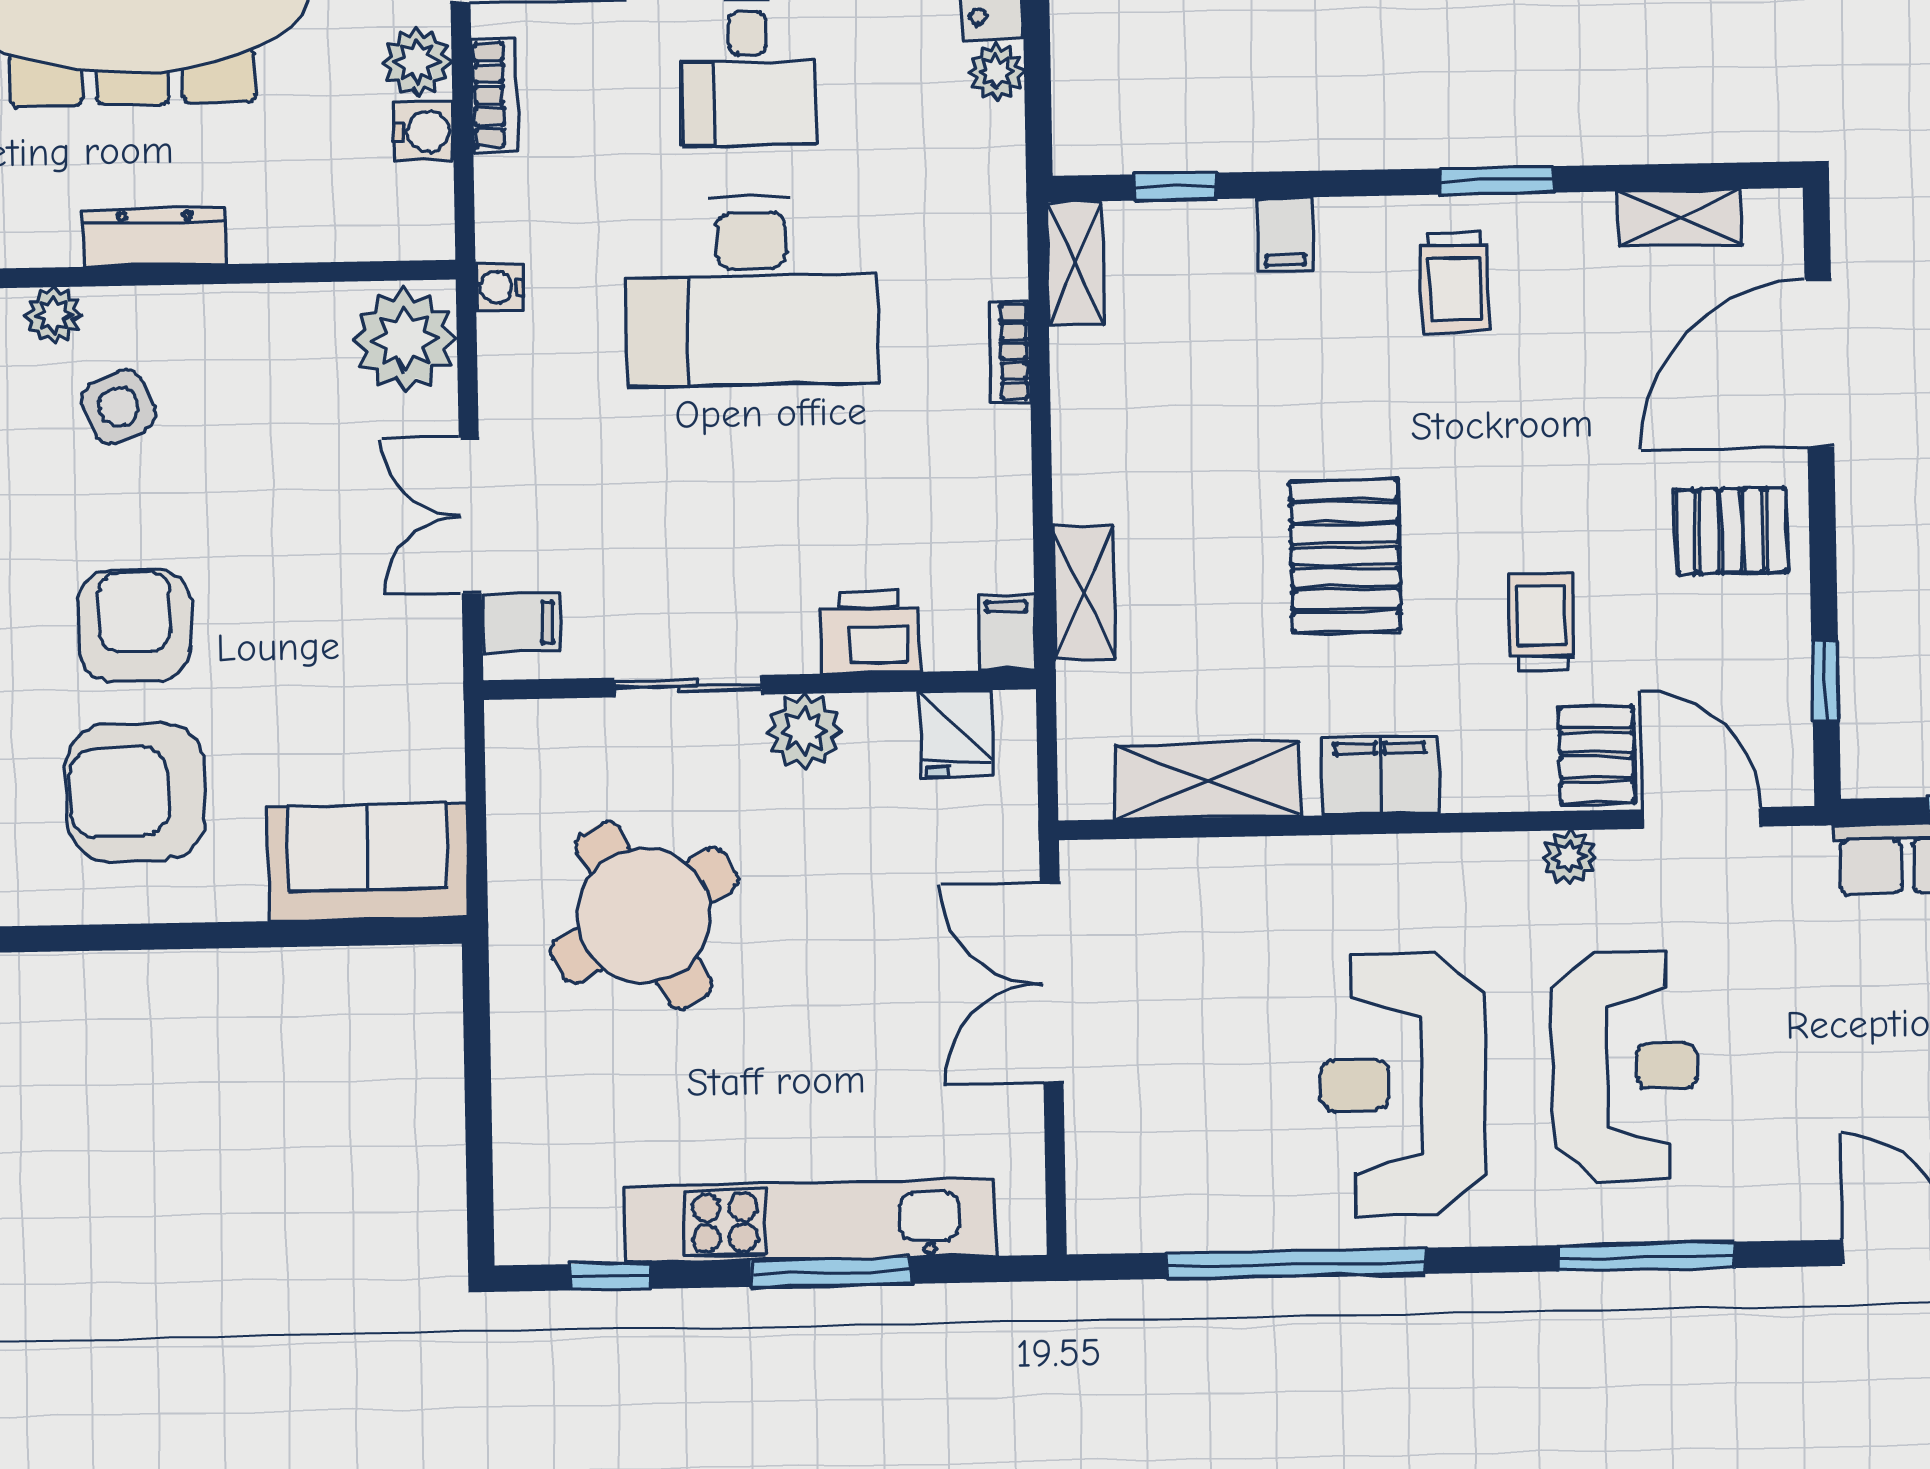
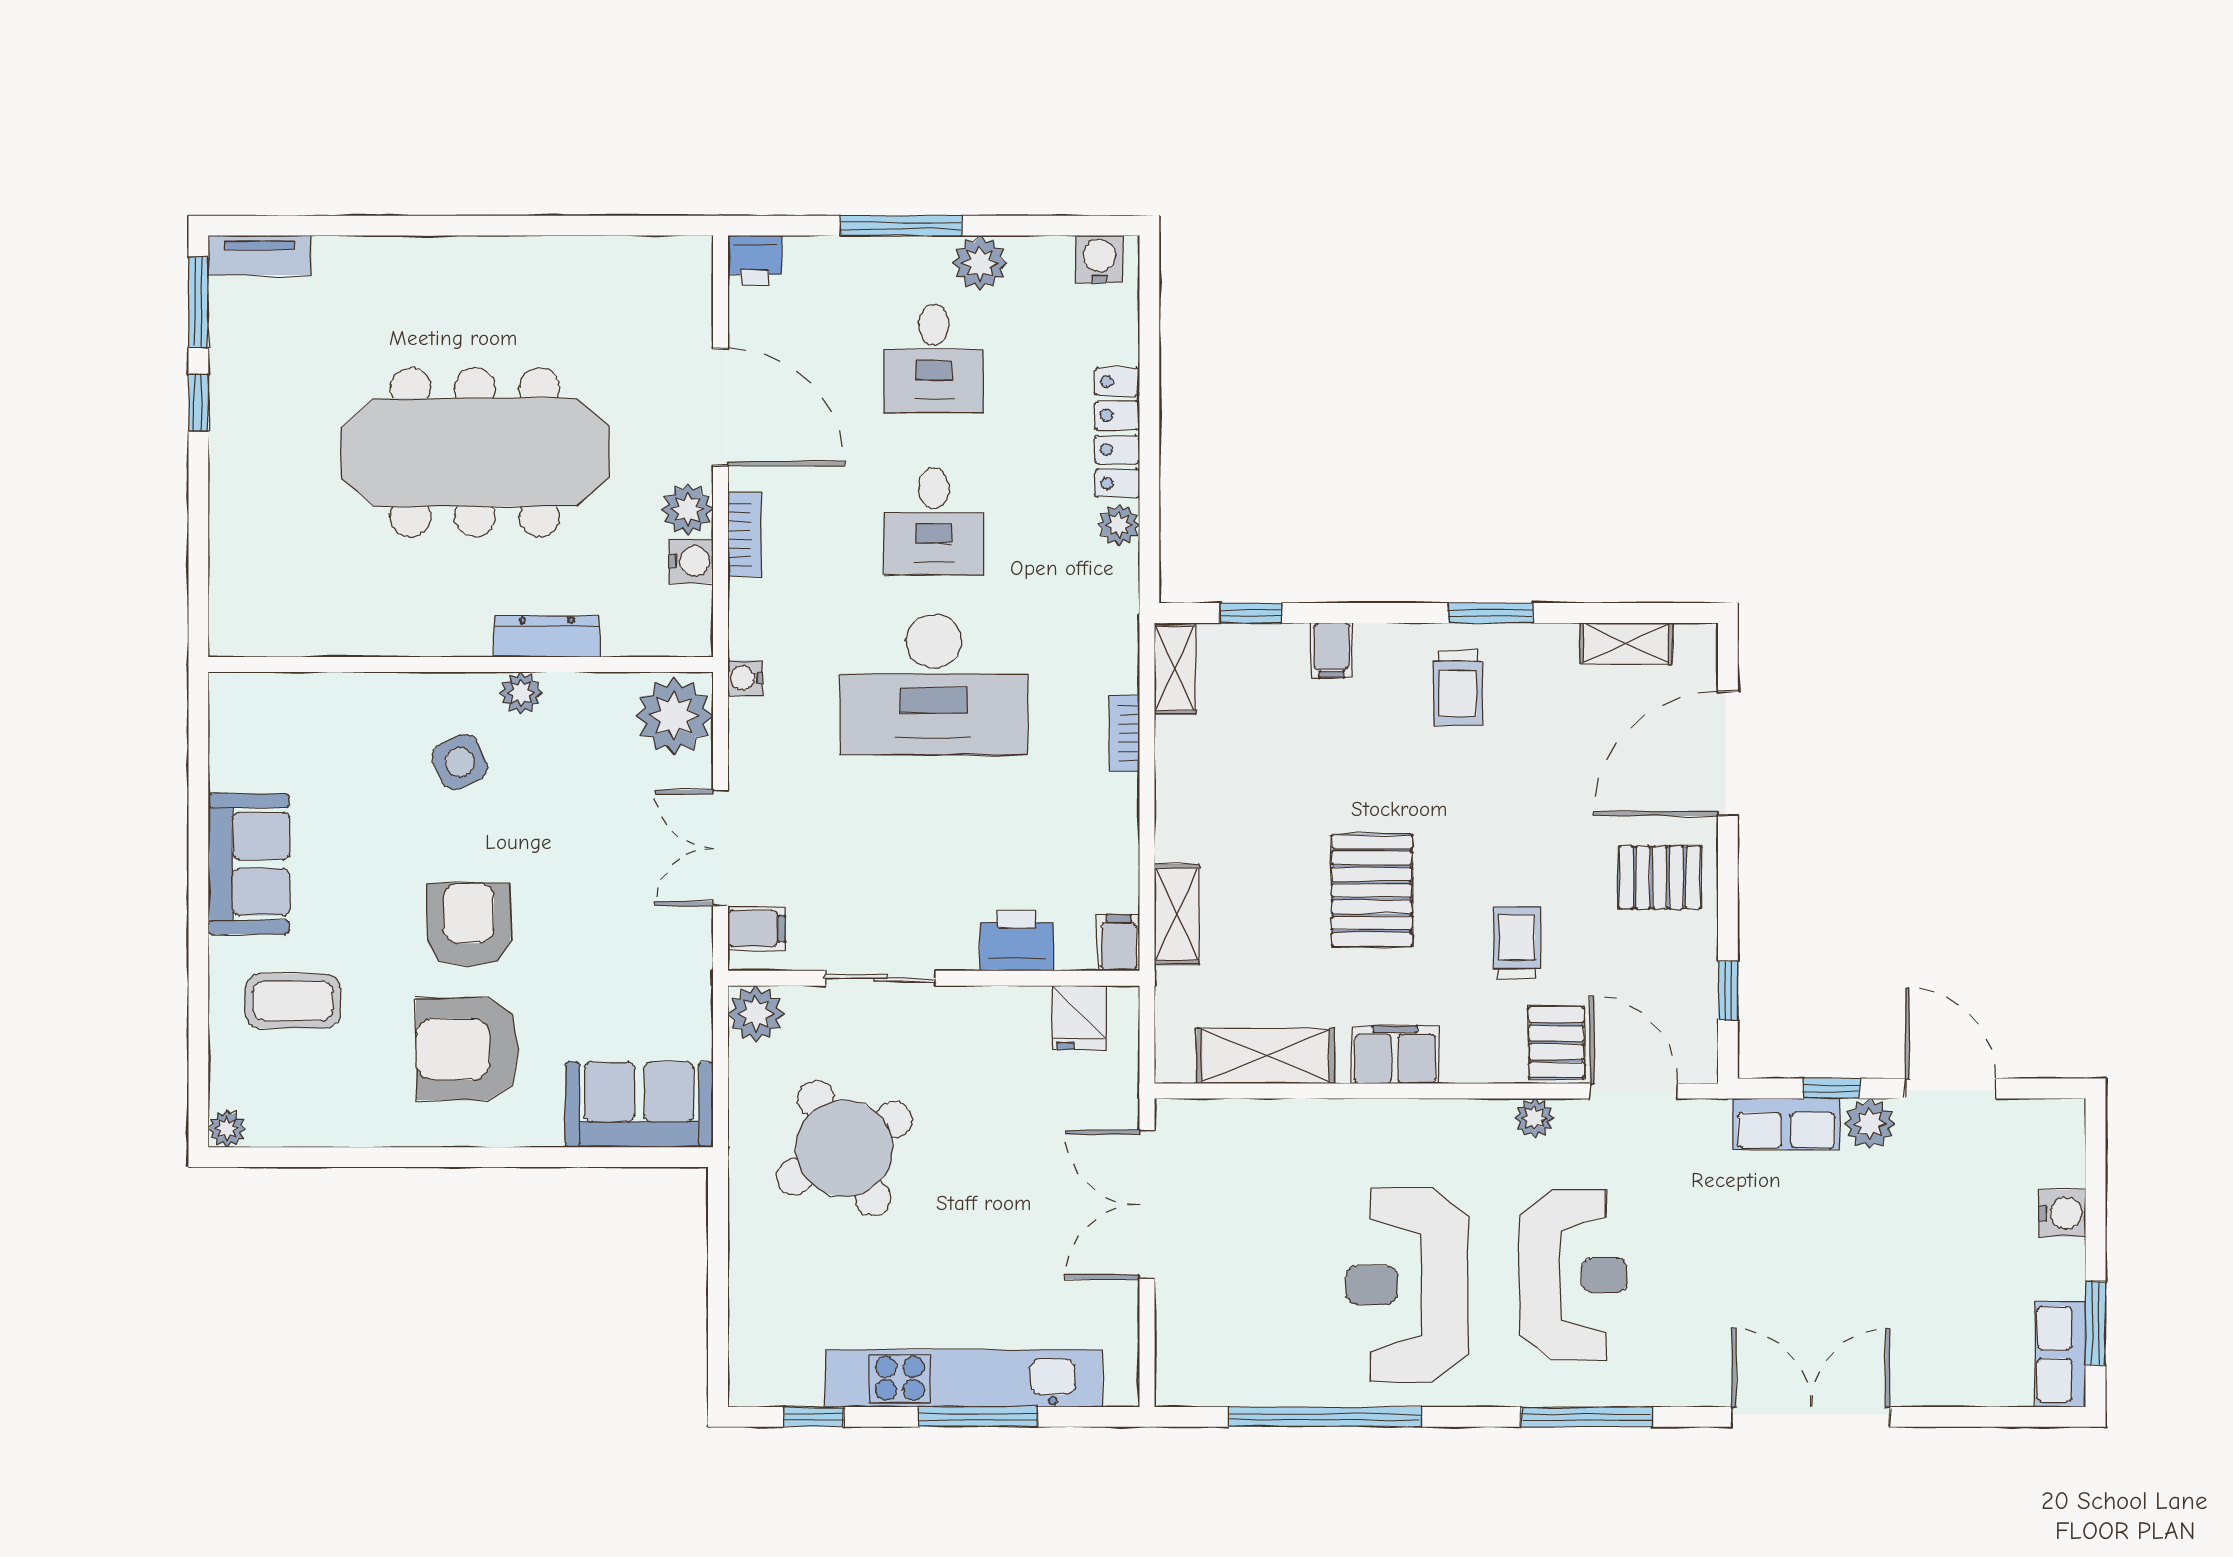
dresser: (155, 238) -> (547, 636), moved
plant: (54, 315) -> (521, 693), moved
plant: (804, 731) -> (756, 1014), moved

